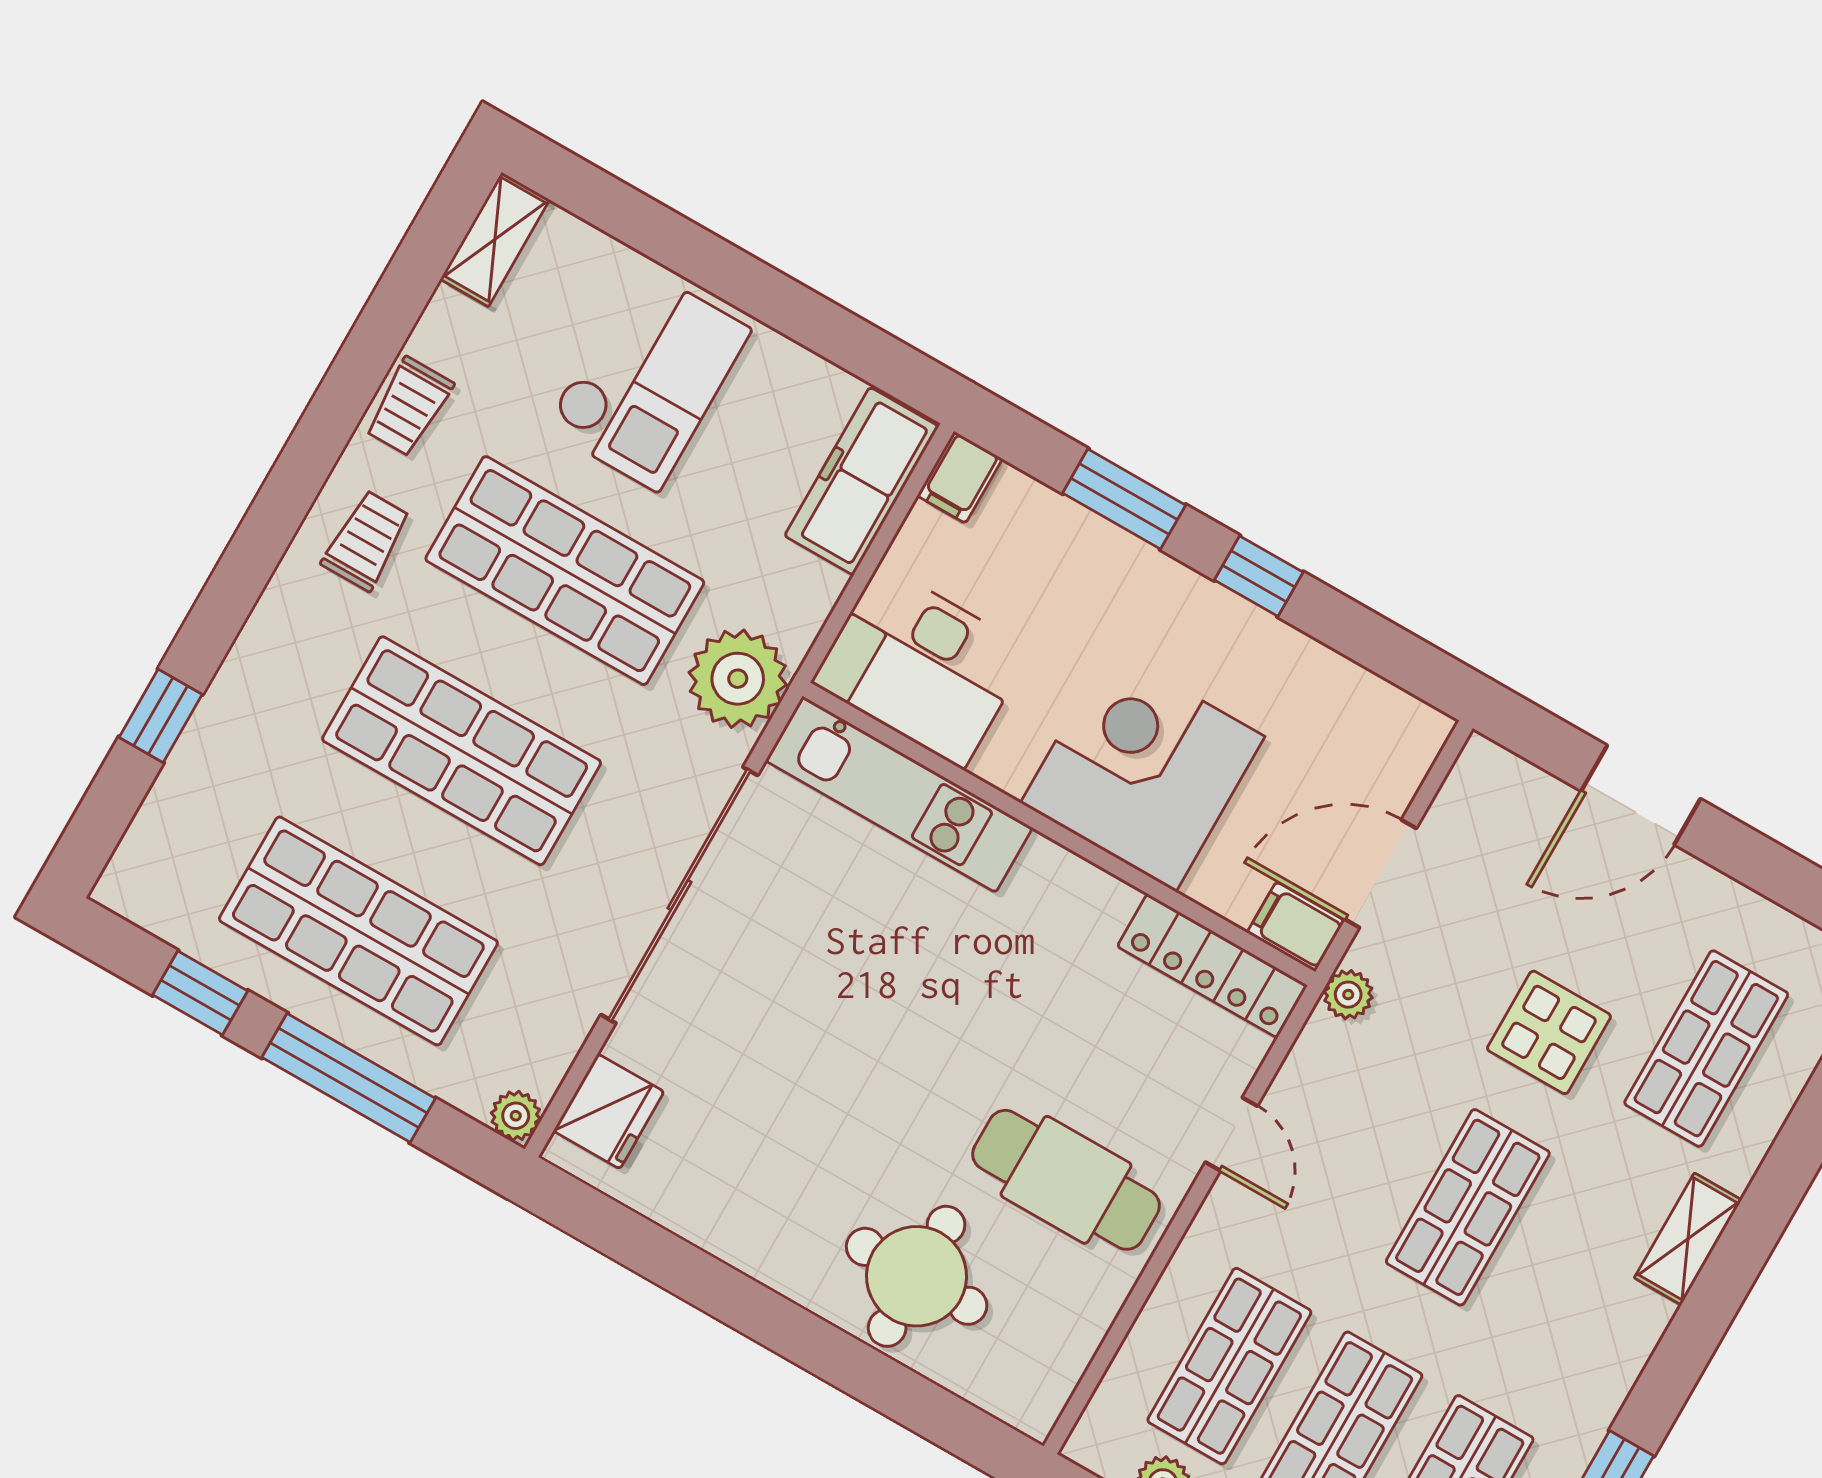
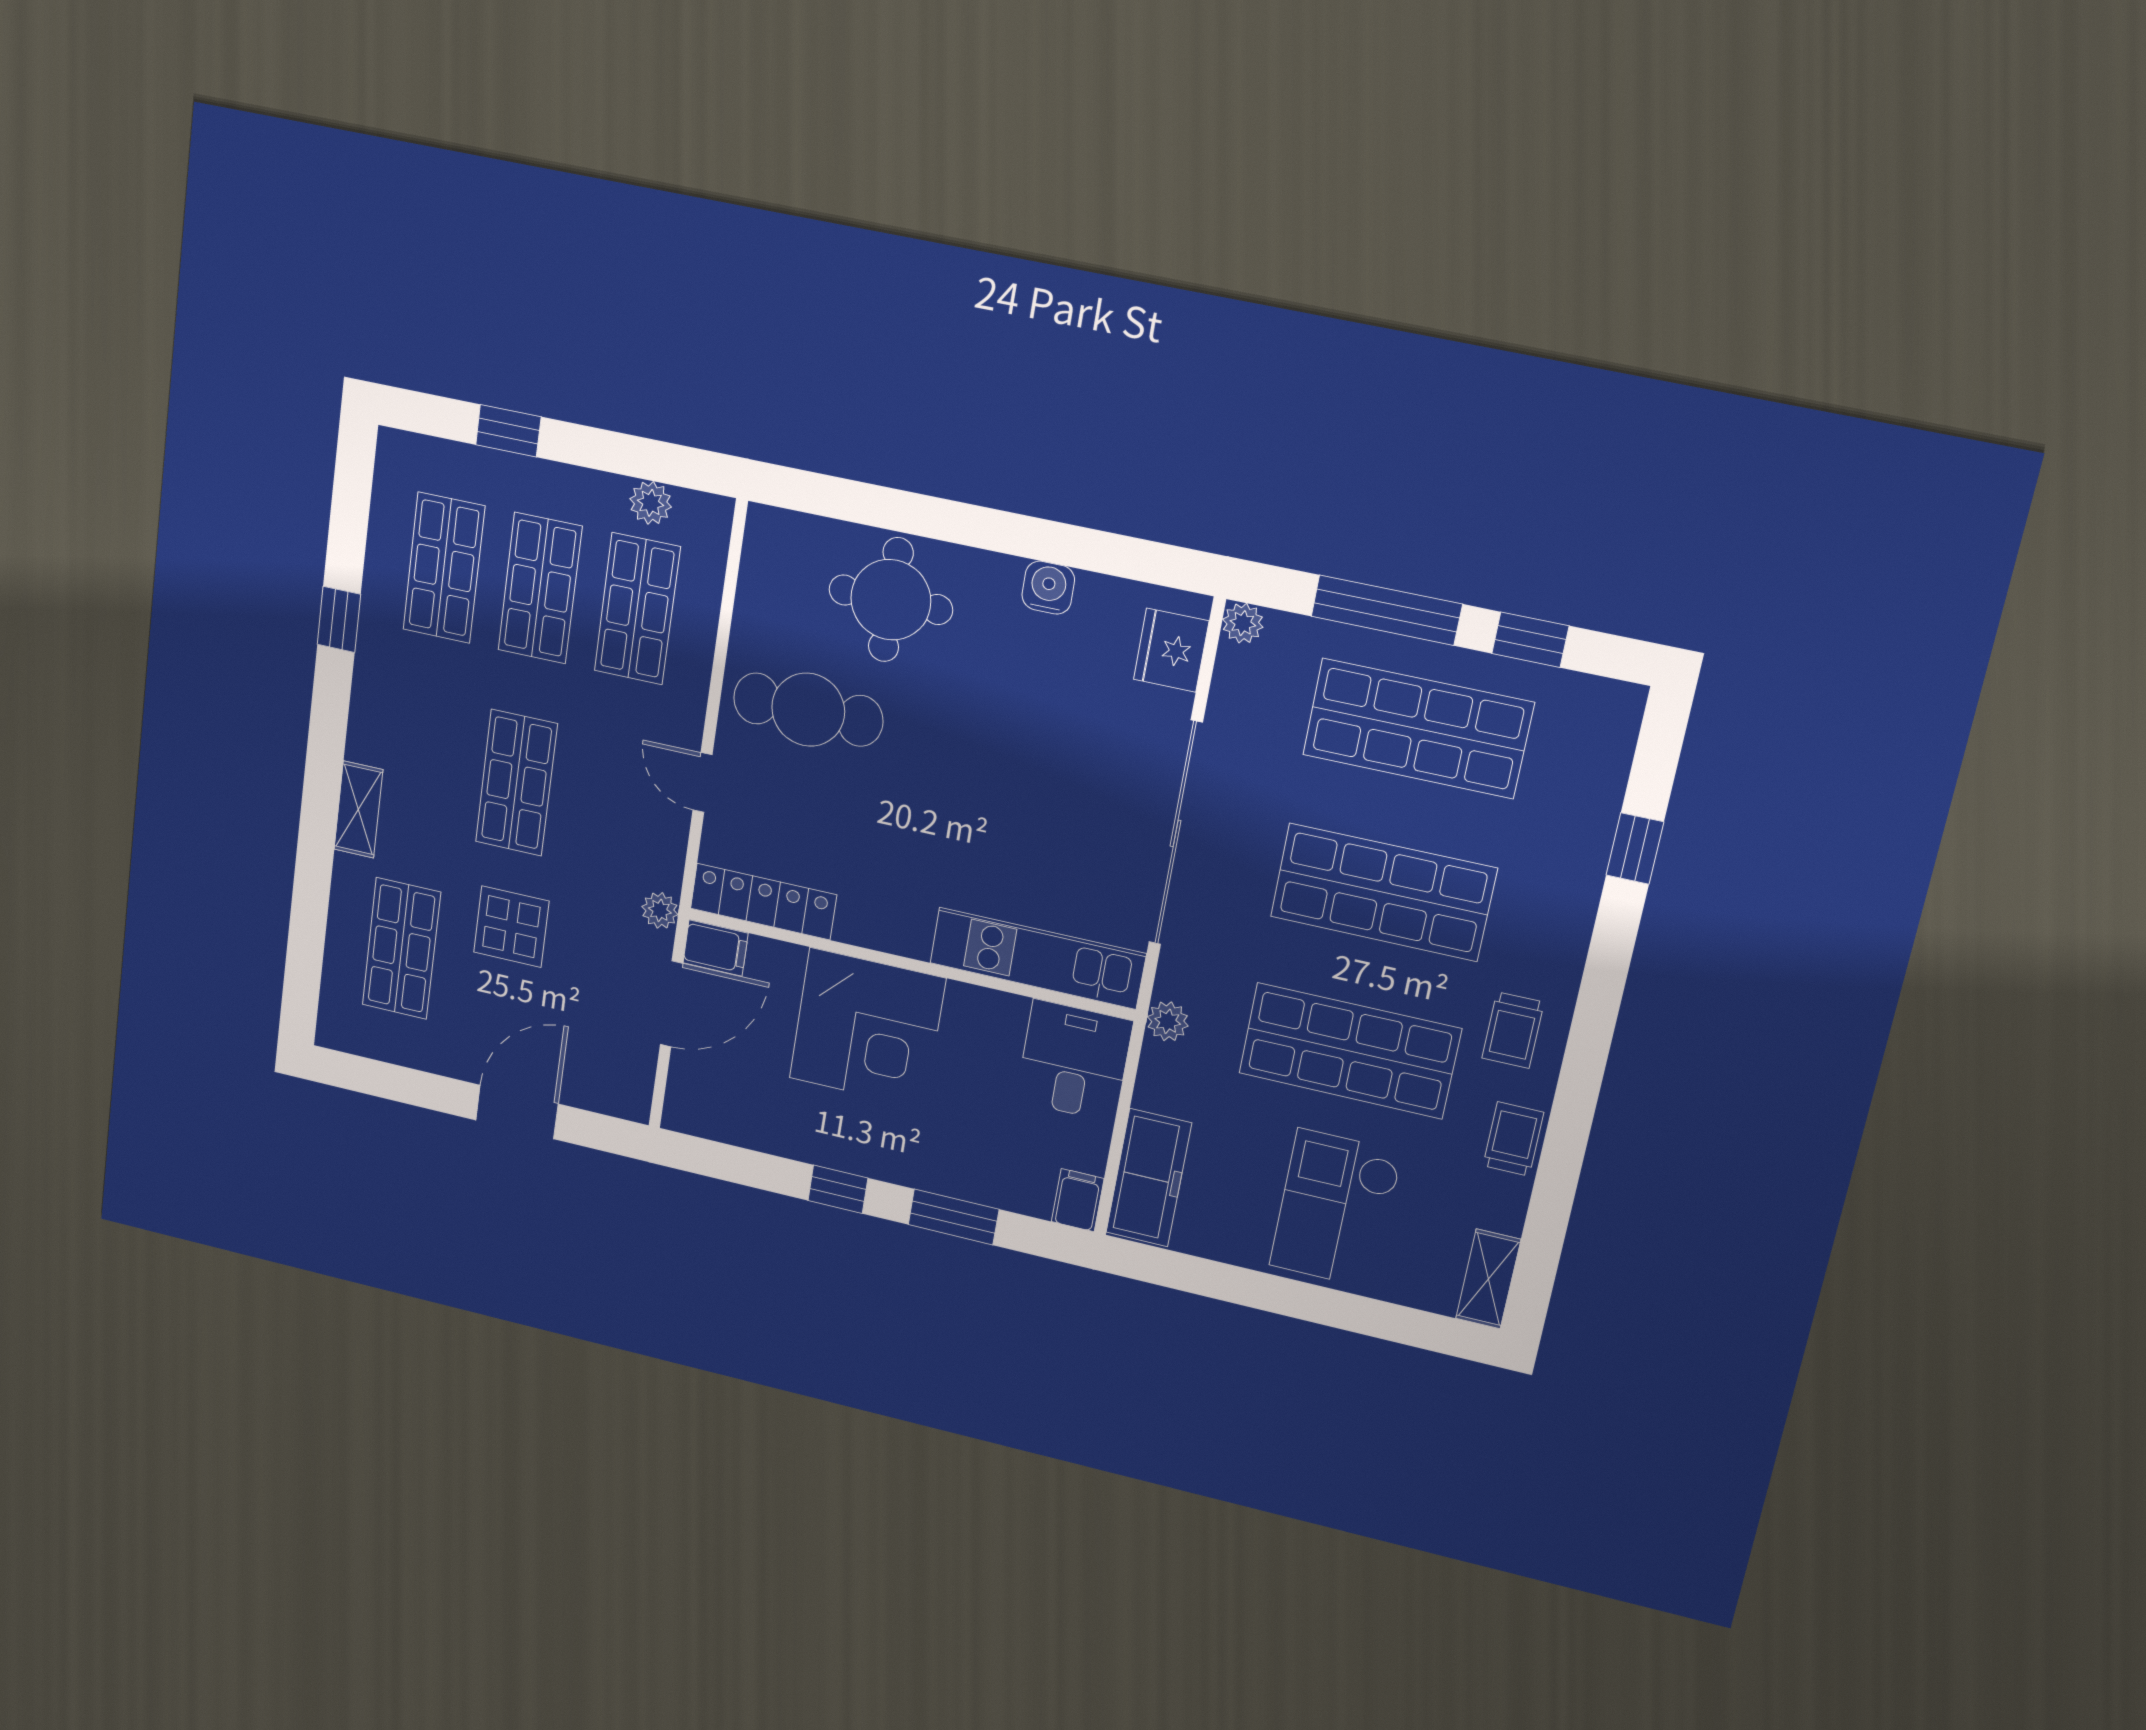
desk: (921, 666) -> (1074, 1061), width x0.73
plant: (738, 679) -> (1168, 1021), width x0.53, depth x0.53
water cooler: (726, 1230) -> (1048, 588), added

